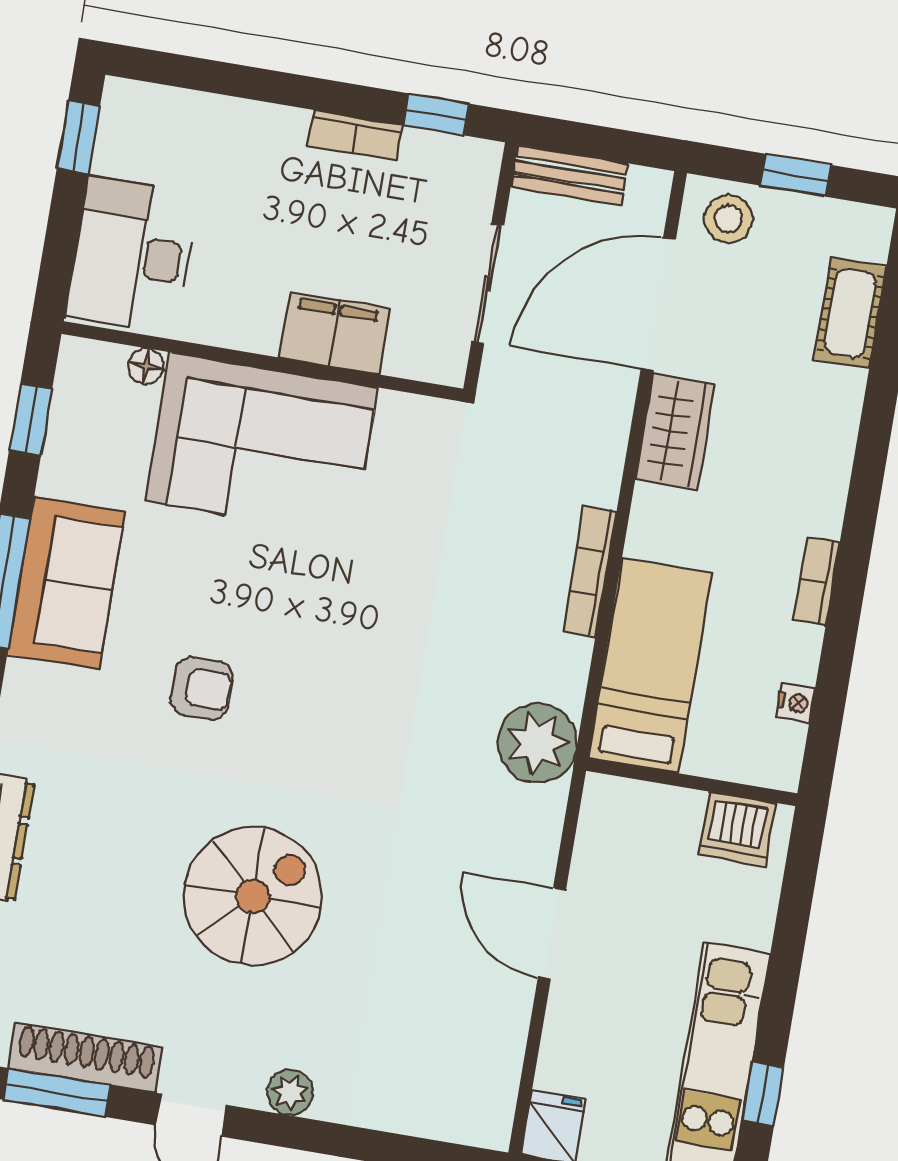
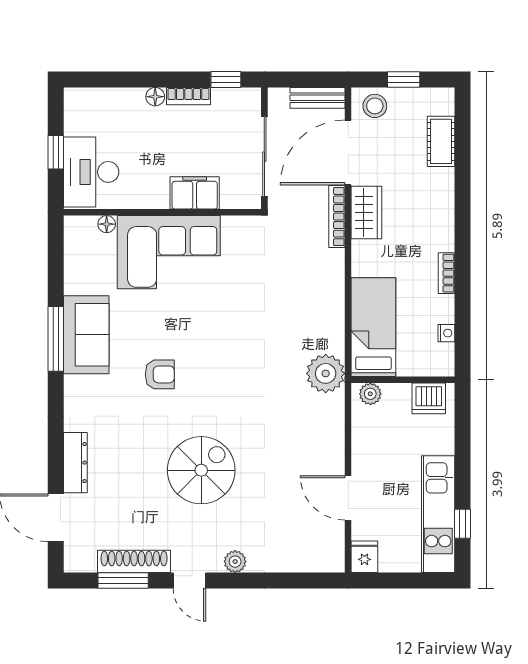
floor lamp: (287, 125) -> (155, 97), added
window: (78, 137) -> (56, 152), moved
bench: (570, 175) -> (318, 98), moved
sliding door: (488, 284) -> (264, 157), width x1.37
window: (31, 419) -> (56, 259), removed
bookcase: (590, 572) -> (337, 217), moved
plant: (621, 800) -> (370, 394), added
door: (552, 934) -> (348, 498), moved

